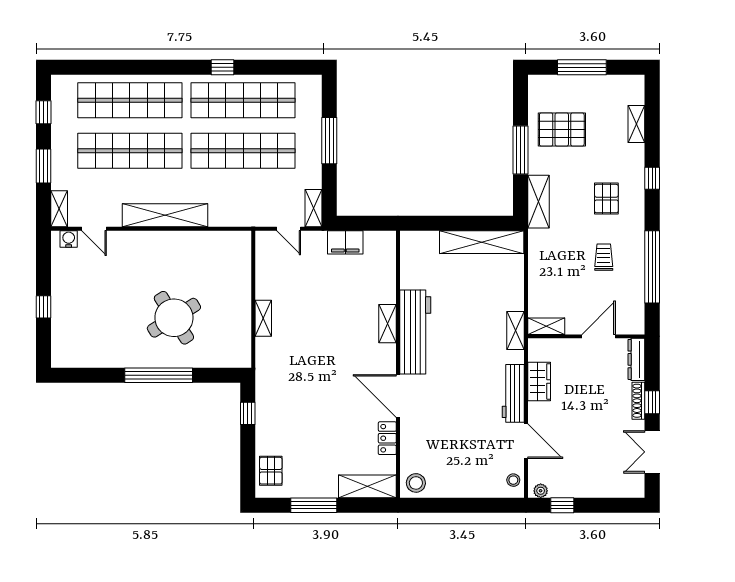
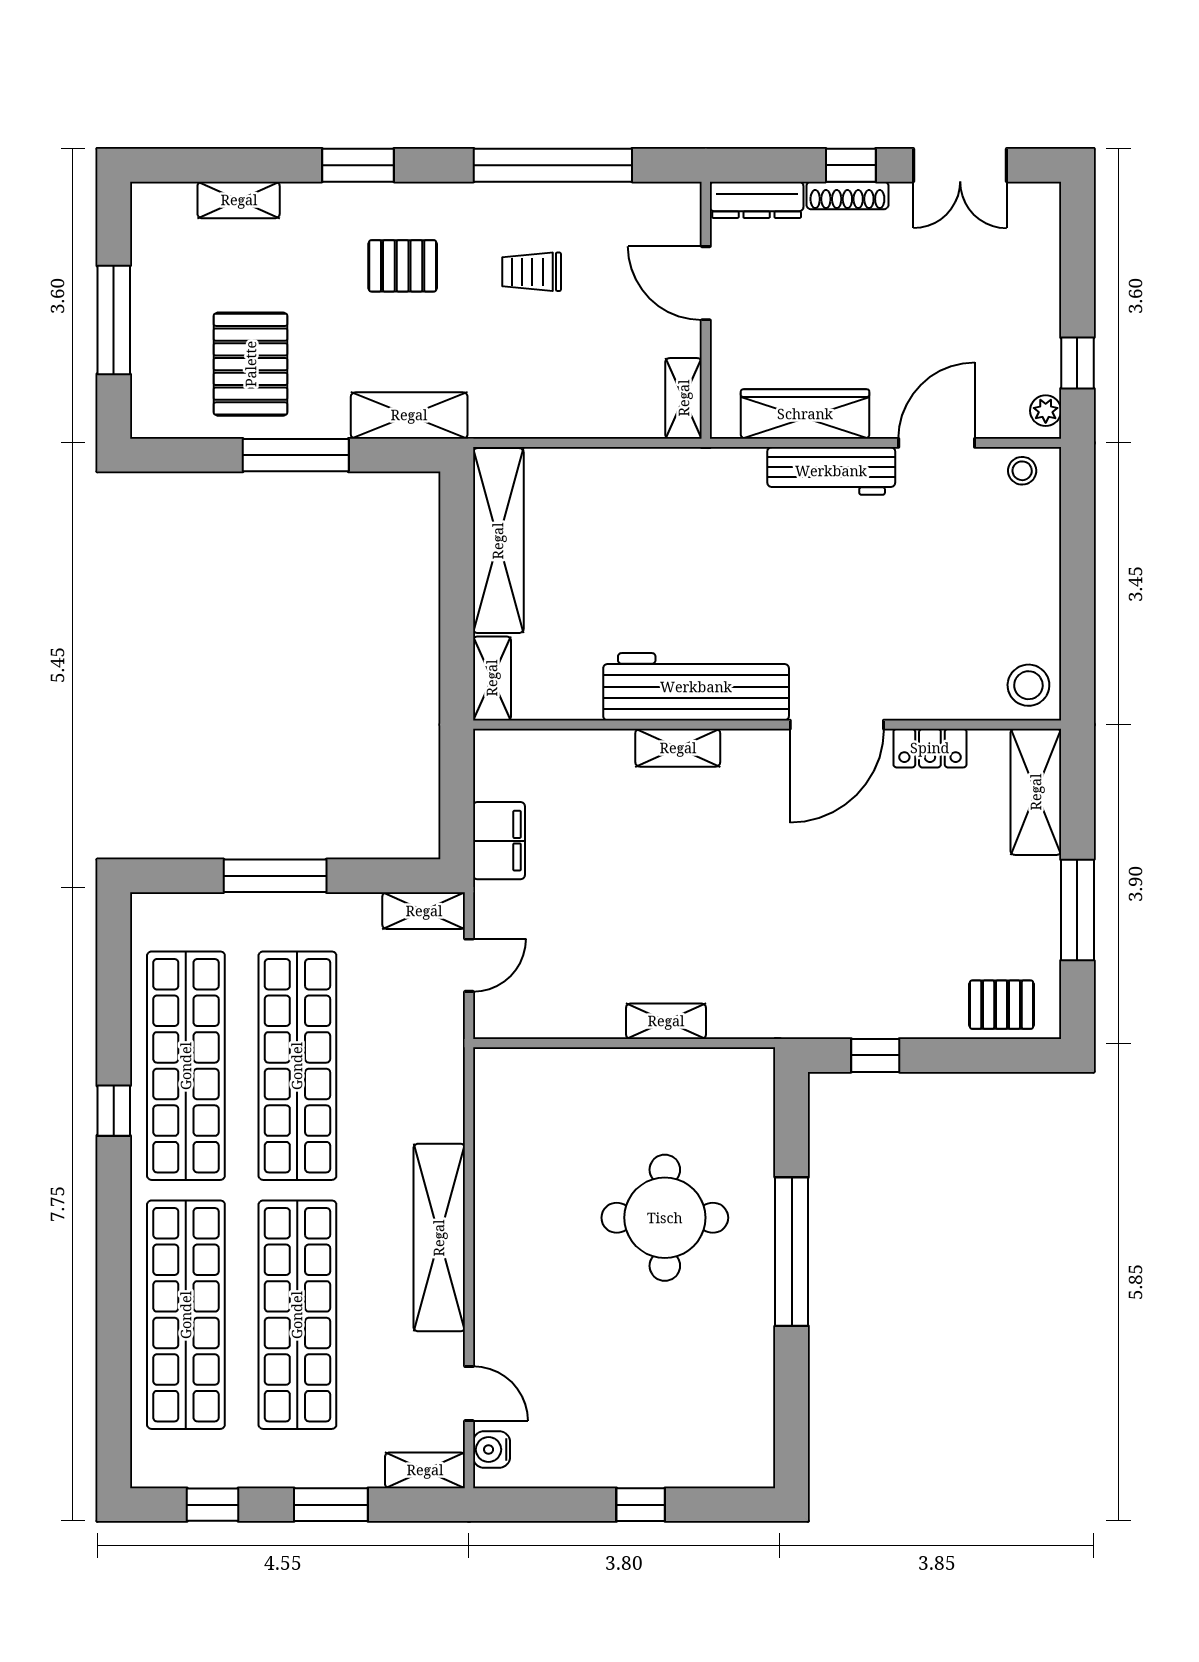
window: (652, 178) -> (358, 165), width x1.50
door: (94, 229) -> (469, 1394), hinge flipped
round table: (174, 318) -> (665, 1218), turned 32
shelving: (516, 331) -> (492, 678), moved, turned 90
wardrobe: (539, 381) -> (805, 414), width x1.50

